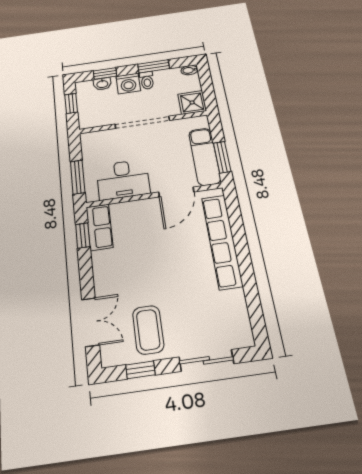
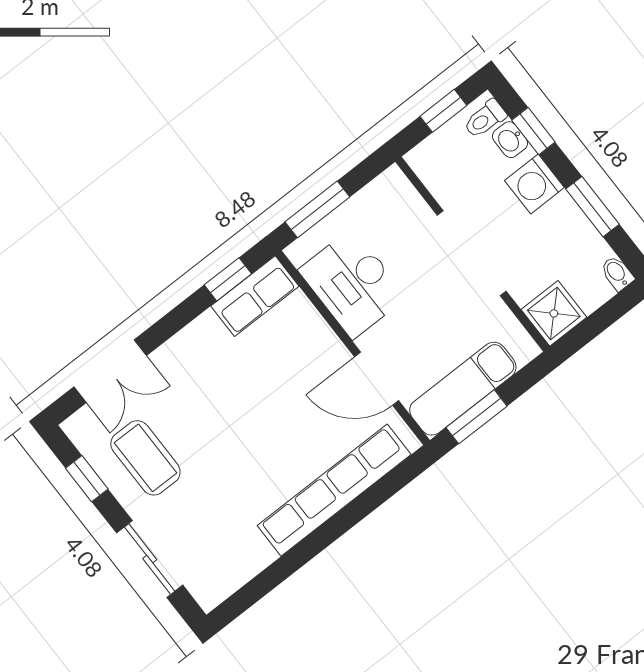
toilet: (147, 80) -> (485, 119), moved
coffee table: (148, 330) -> (145, 458), turned 90

